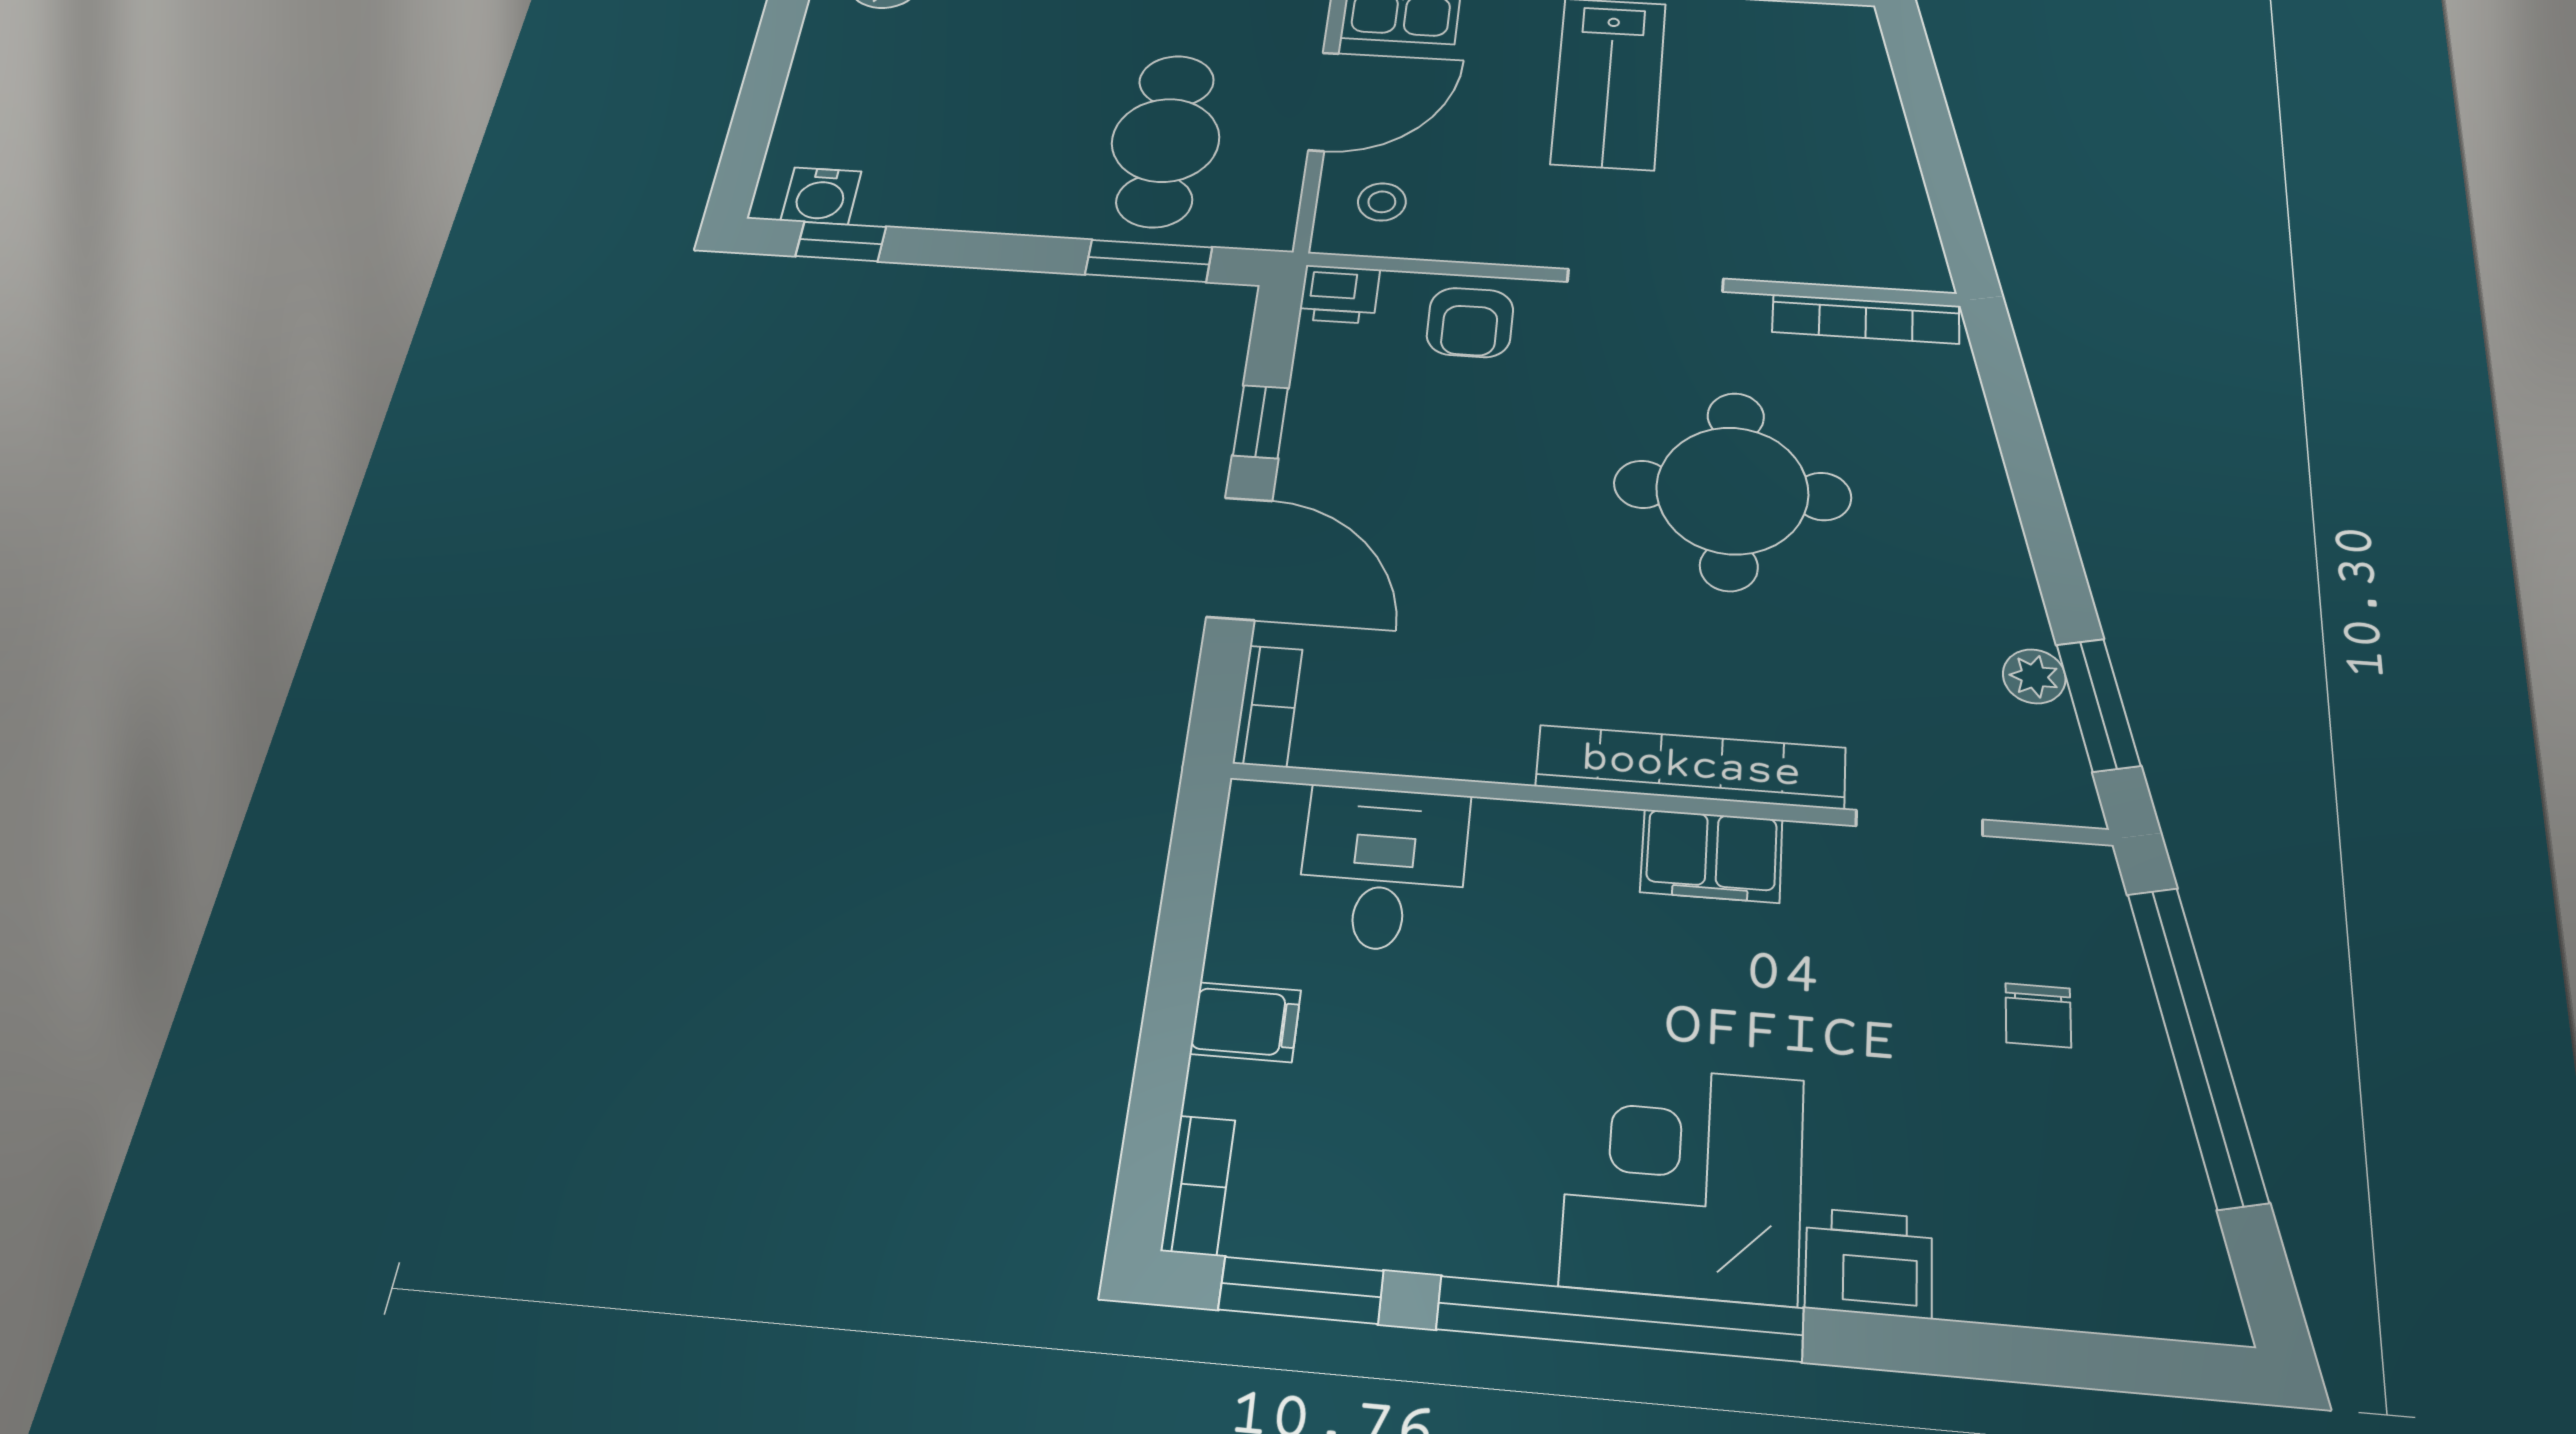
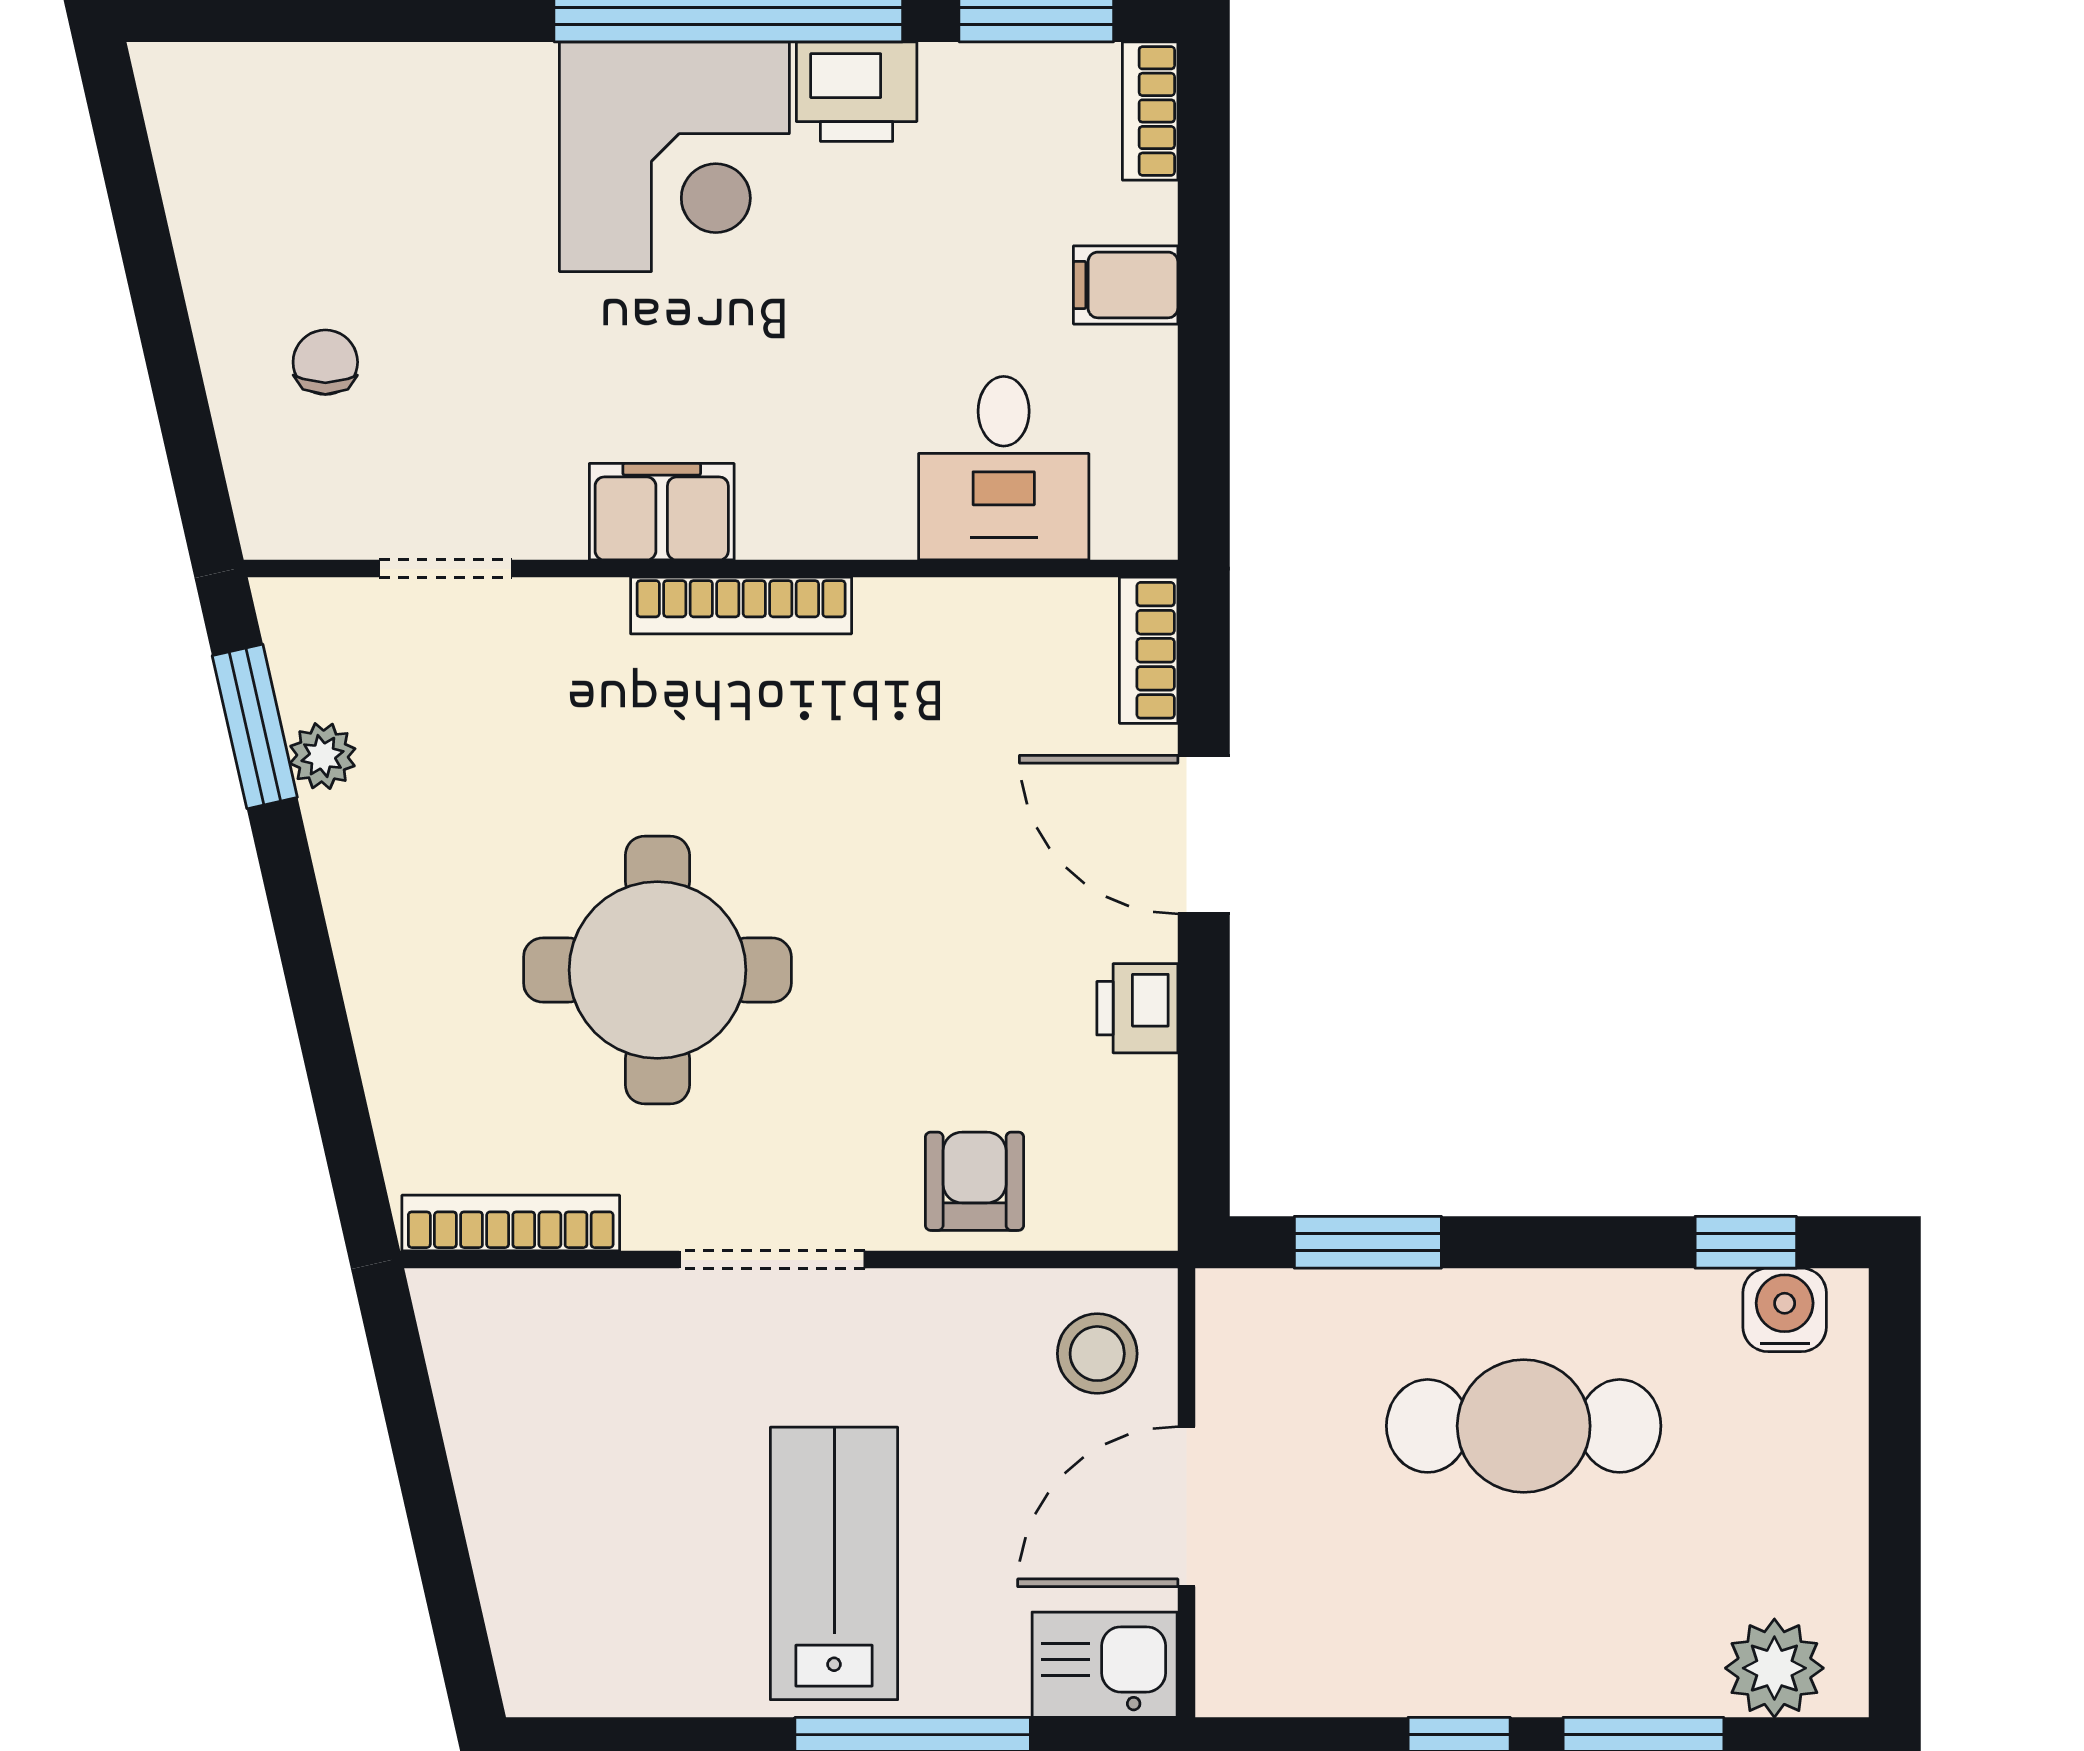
cafe table: (1166, 140) -> (1524, 1426), moved, turned 90
stool: (1382, 202) -> (1097, 1354), width x1.37, depth x1.37
printer: (1339, 294) -> (1137, 1008), moved, turned -90
window: (1261, 422) -> (1204, 1021), removed
bookcase: (1691, 767) -> (741, 606), width x0.68, depth x0.76
window: (2196, 1044) -> (168, 345), removed
printer: (1869, 1263) -> (857, 92), moved

